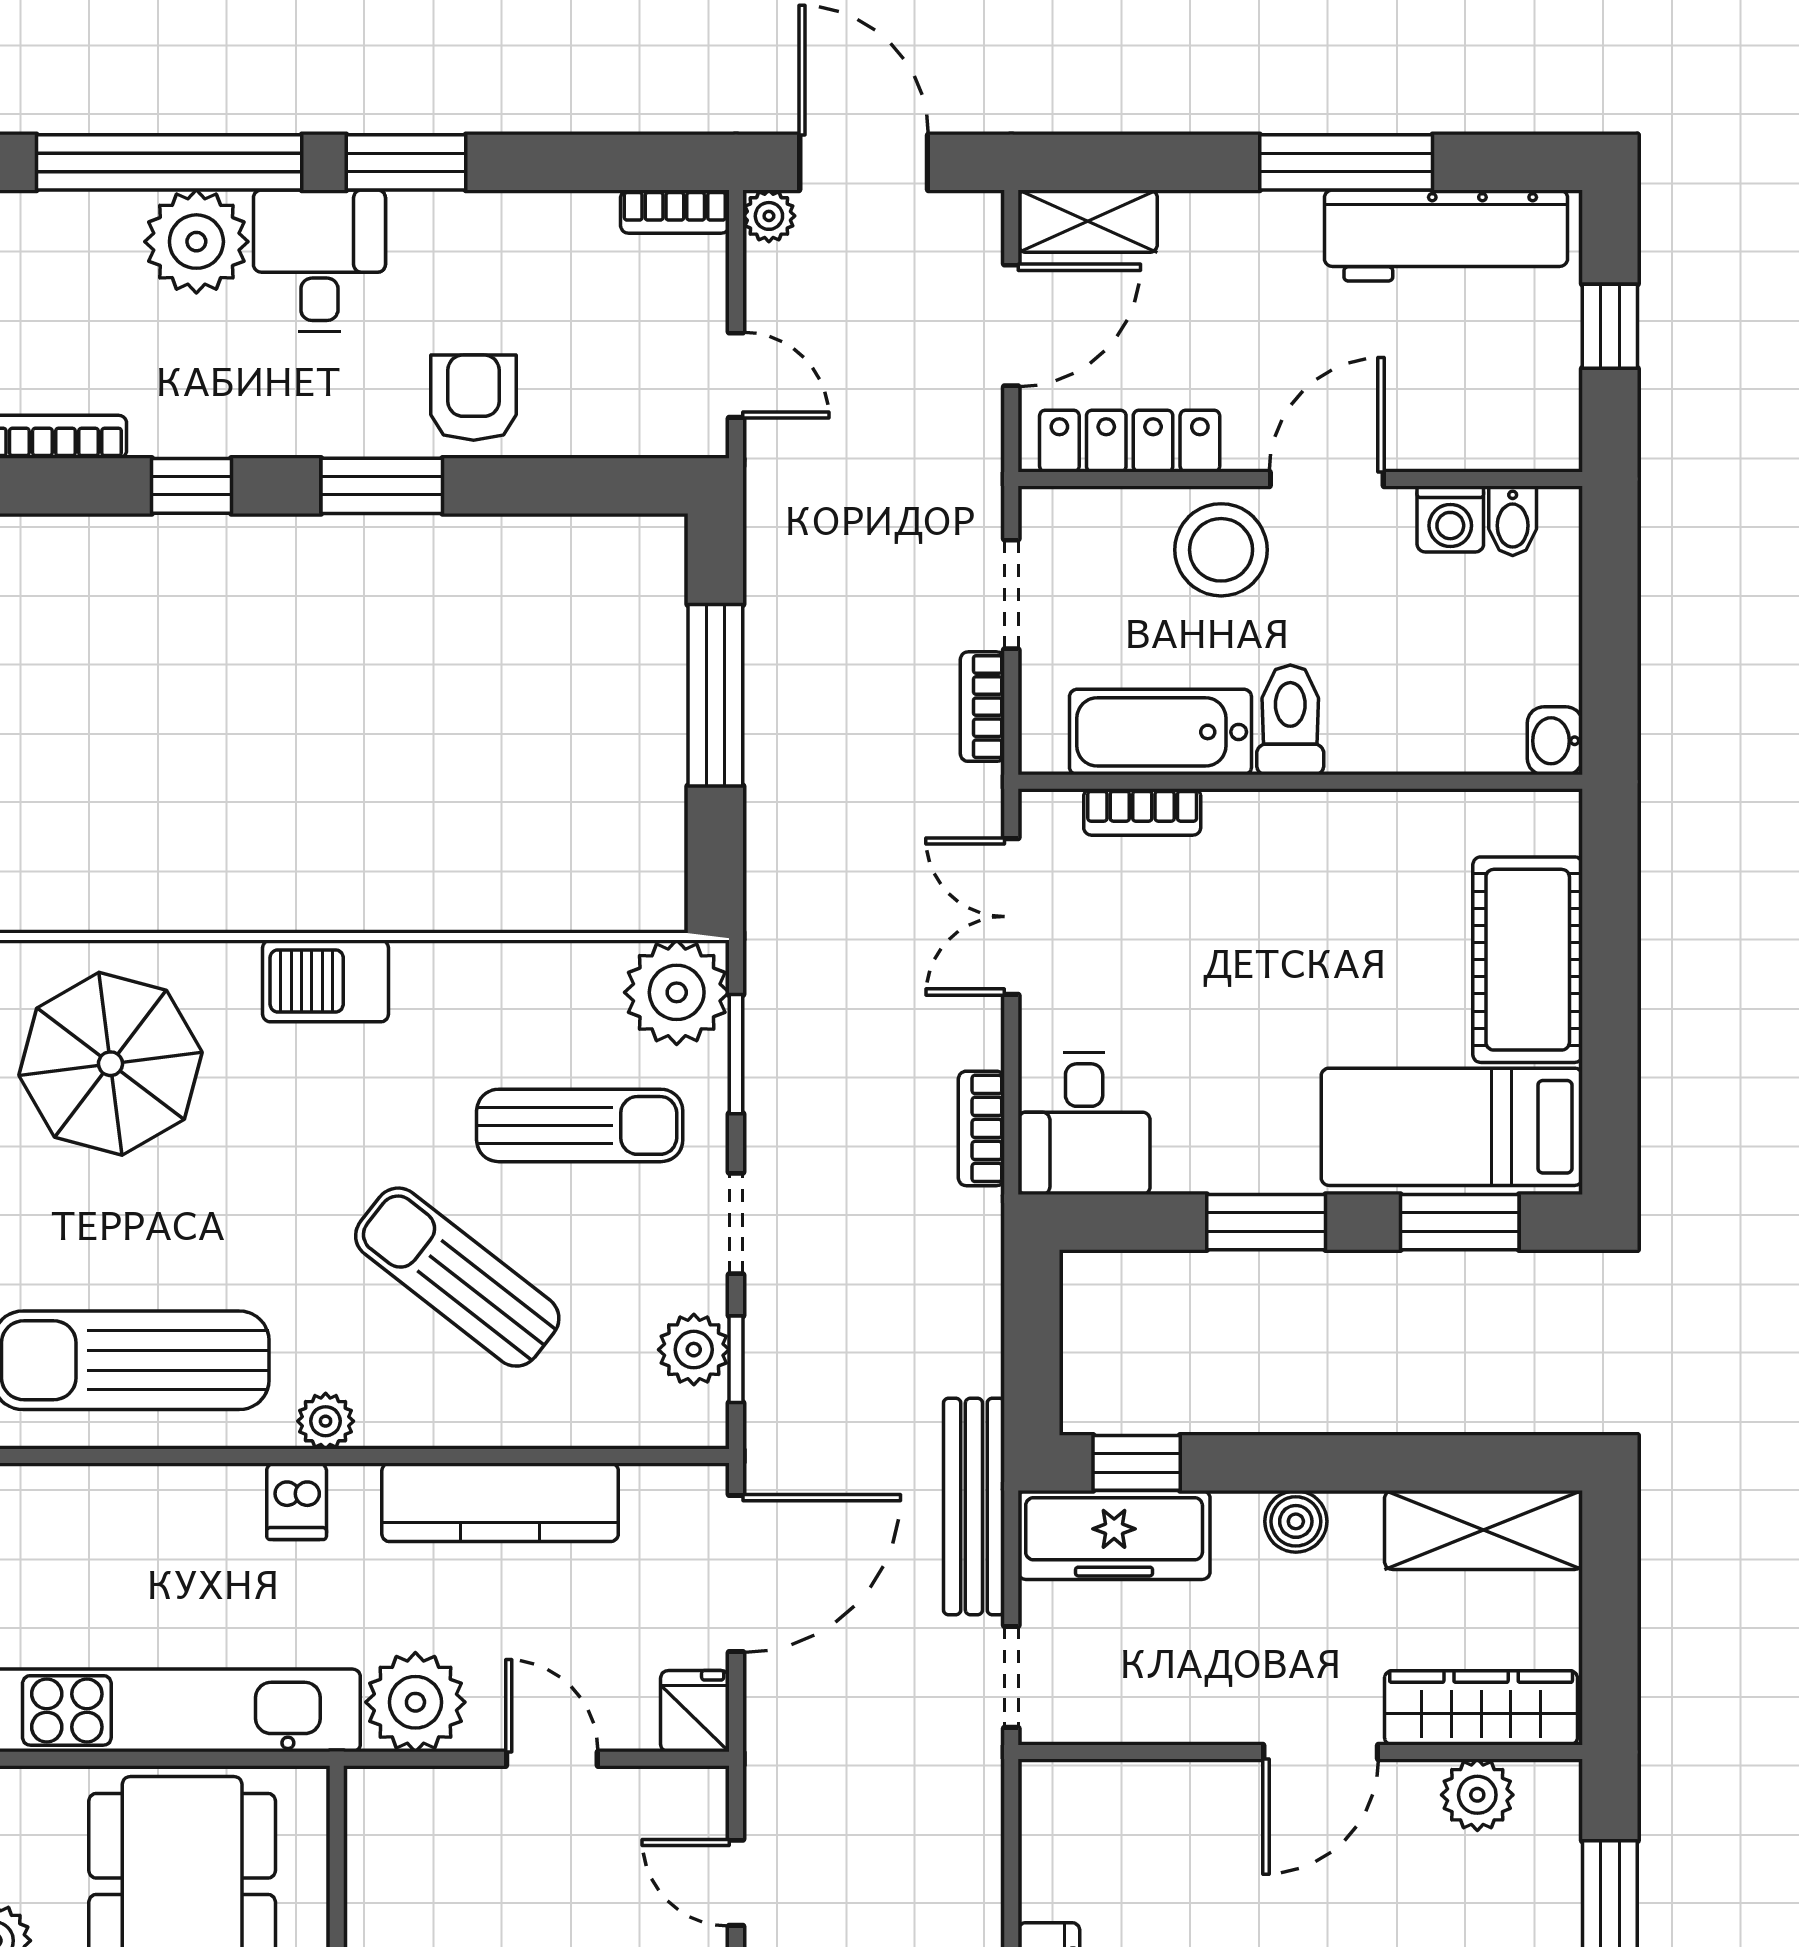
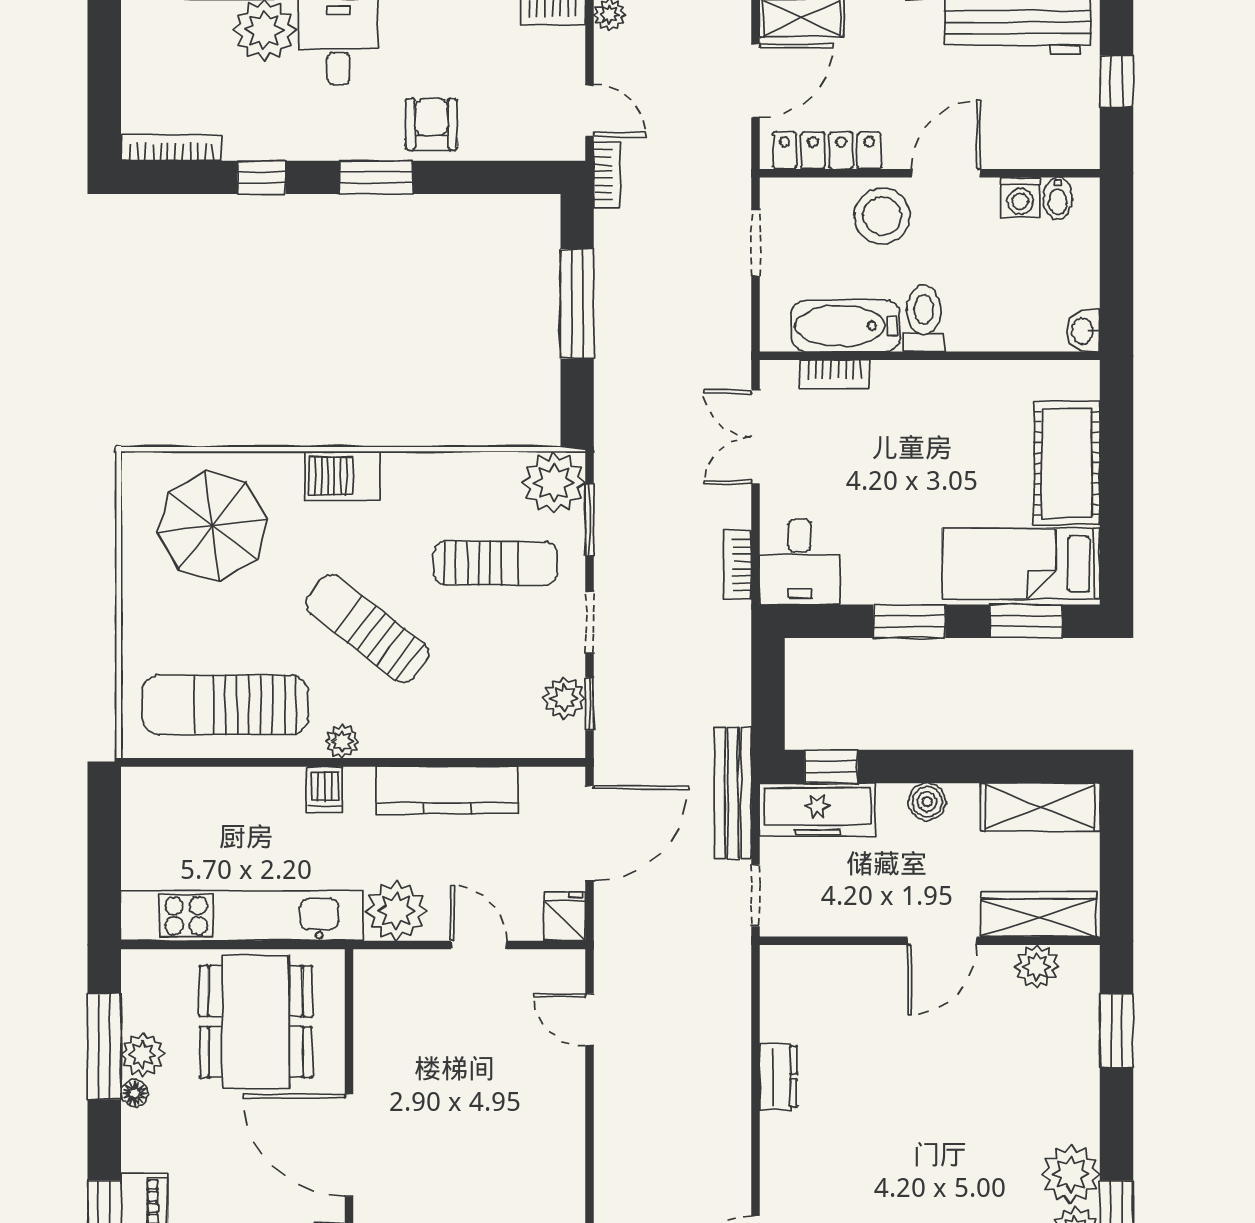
bookcase: (982, 707) -> (607, 175), moved, turned 180
sun lounger: (457, 1277) -> (367, 628), moved

